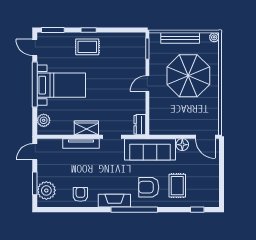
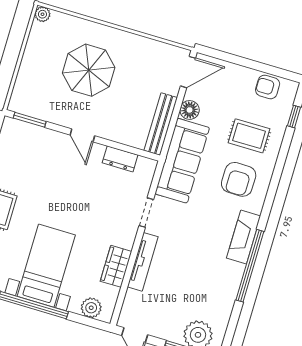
bench: (180, 38) -> (161, 124), moved
parasol: (188, 76) -> (89, 70), width x0.73, depth x0.73
dresser: (140, 125) -> (120, 159), moved
wardrobe: (86, 128) -> (116, 266), moved
armchair: (80, 194) -> (268, 87), moved
window: (134, 210) -> (250, 266), moved

